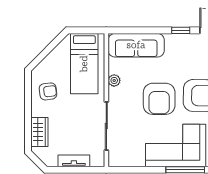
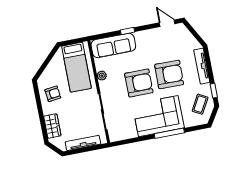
window: (181, 30) -> (128, 31), moved
armchair: (159, 99) -> (139, 83), turned -90
tv unit: (74, 161) -> (83, 143), width x1.41

